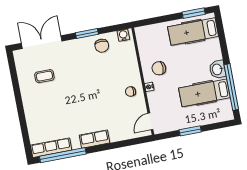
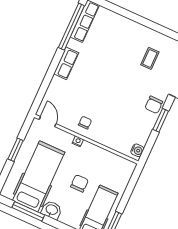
chair: (102, 46) -> (154, 105), moved, turned -90
chair: (159, 68) -> (79, 183), moved
window: (231, 87) -> (28, 211), width x0.68
hospital bed: (204, 93) -> (39, 176), width x1.37, depth x1.29

